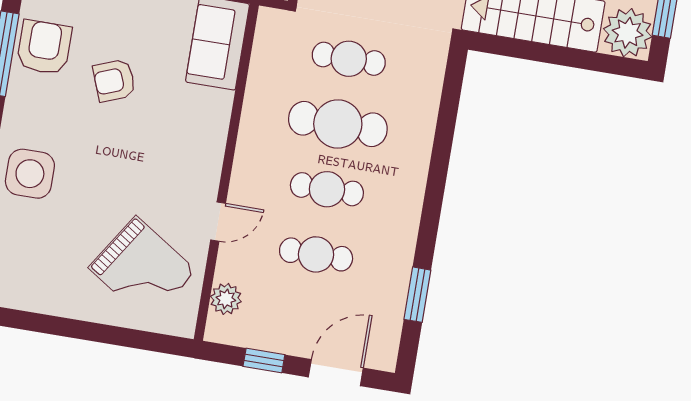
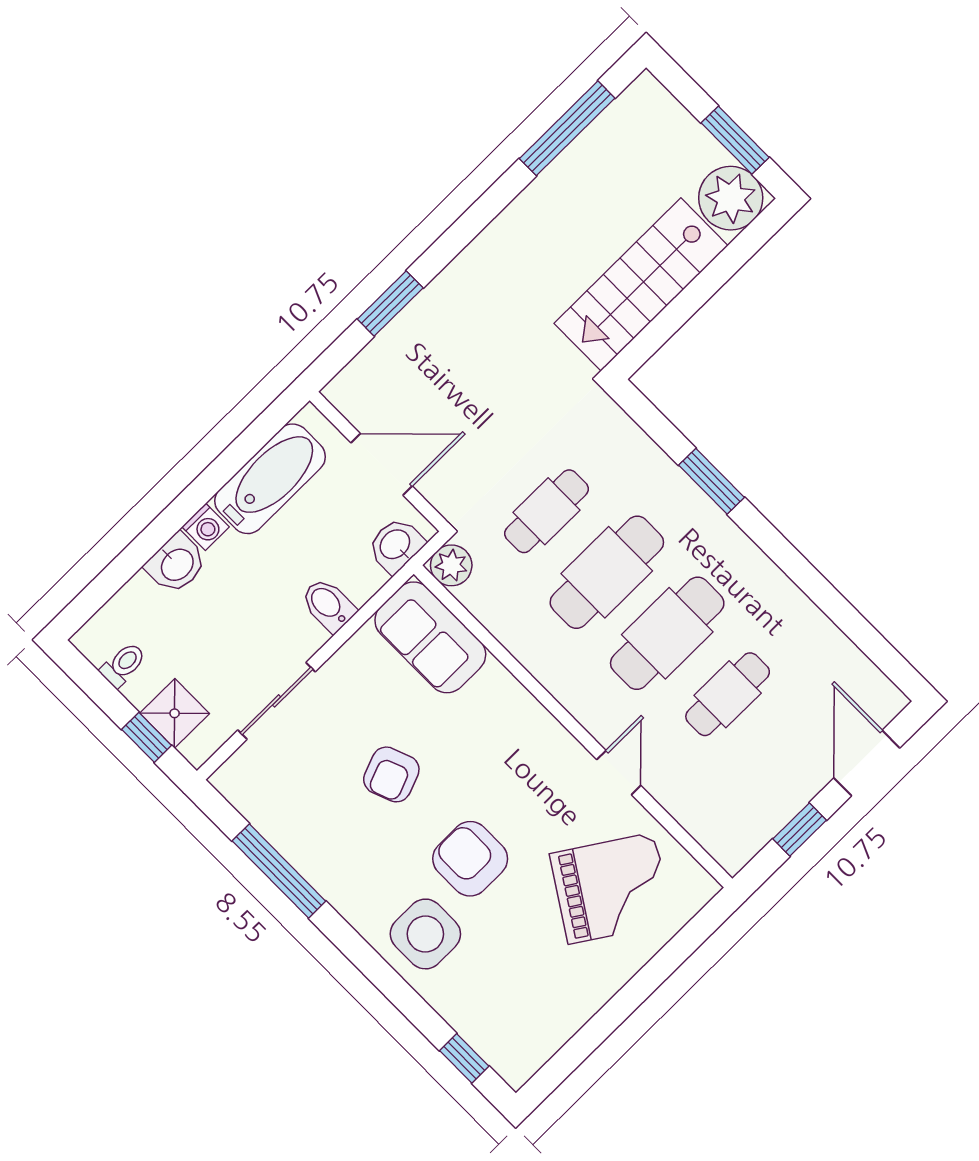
armchair: (44, 47) -> (470, 859), moved
cafe table: (327, 189) -> (667, 633), width x1.37, depth x1.35
window: (417, 295) -> (712, 481), moved
plant: (226, 299) -> (451, 565), moved

